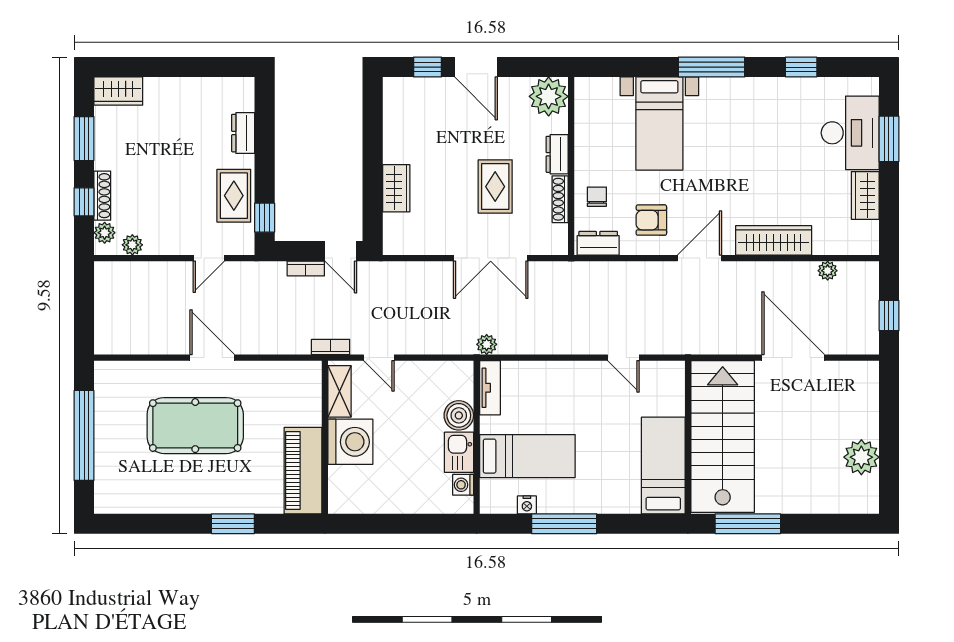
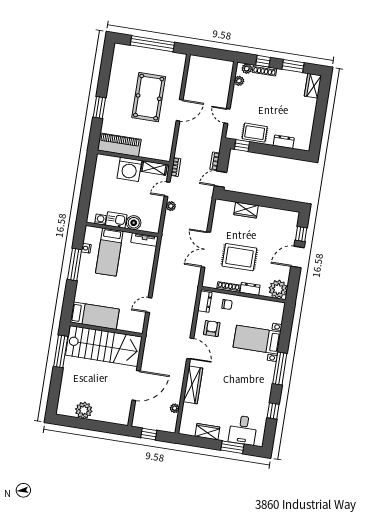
desk: (850, 133) -> (243, 430), width x0.73
rug: (495, 187) -> (239, 257), width x1.36, depth x1.43
plant: (487, 344) -> (171, 206), moved

